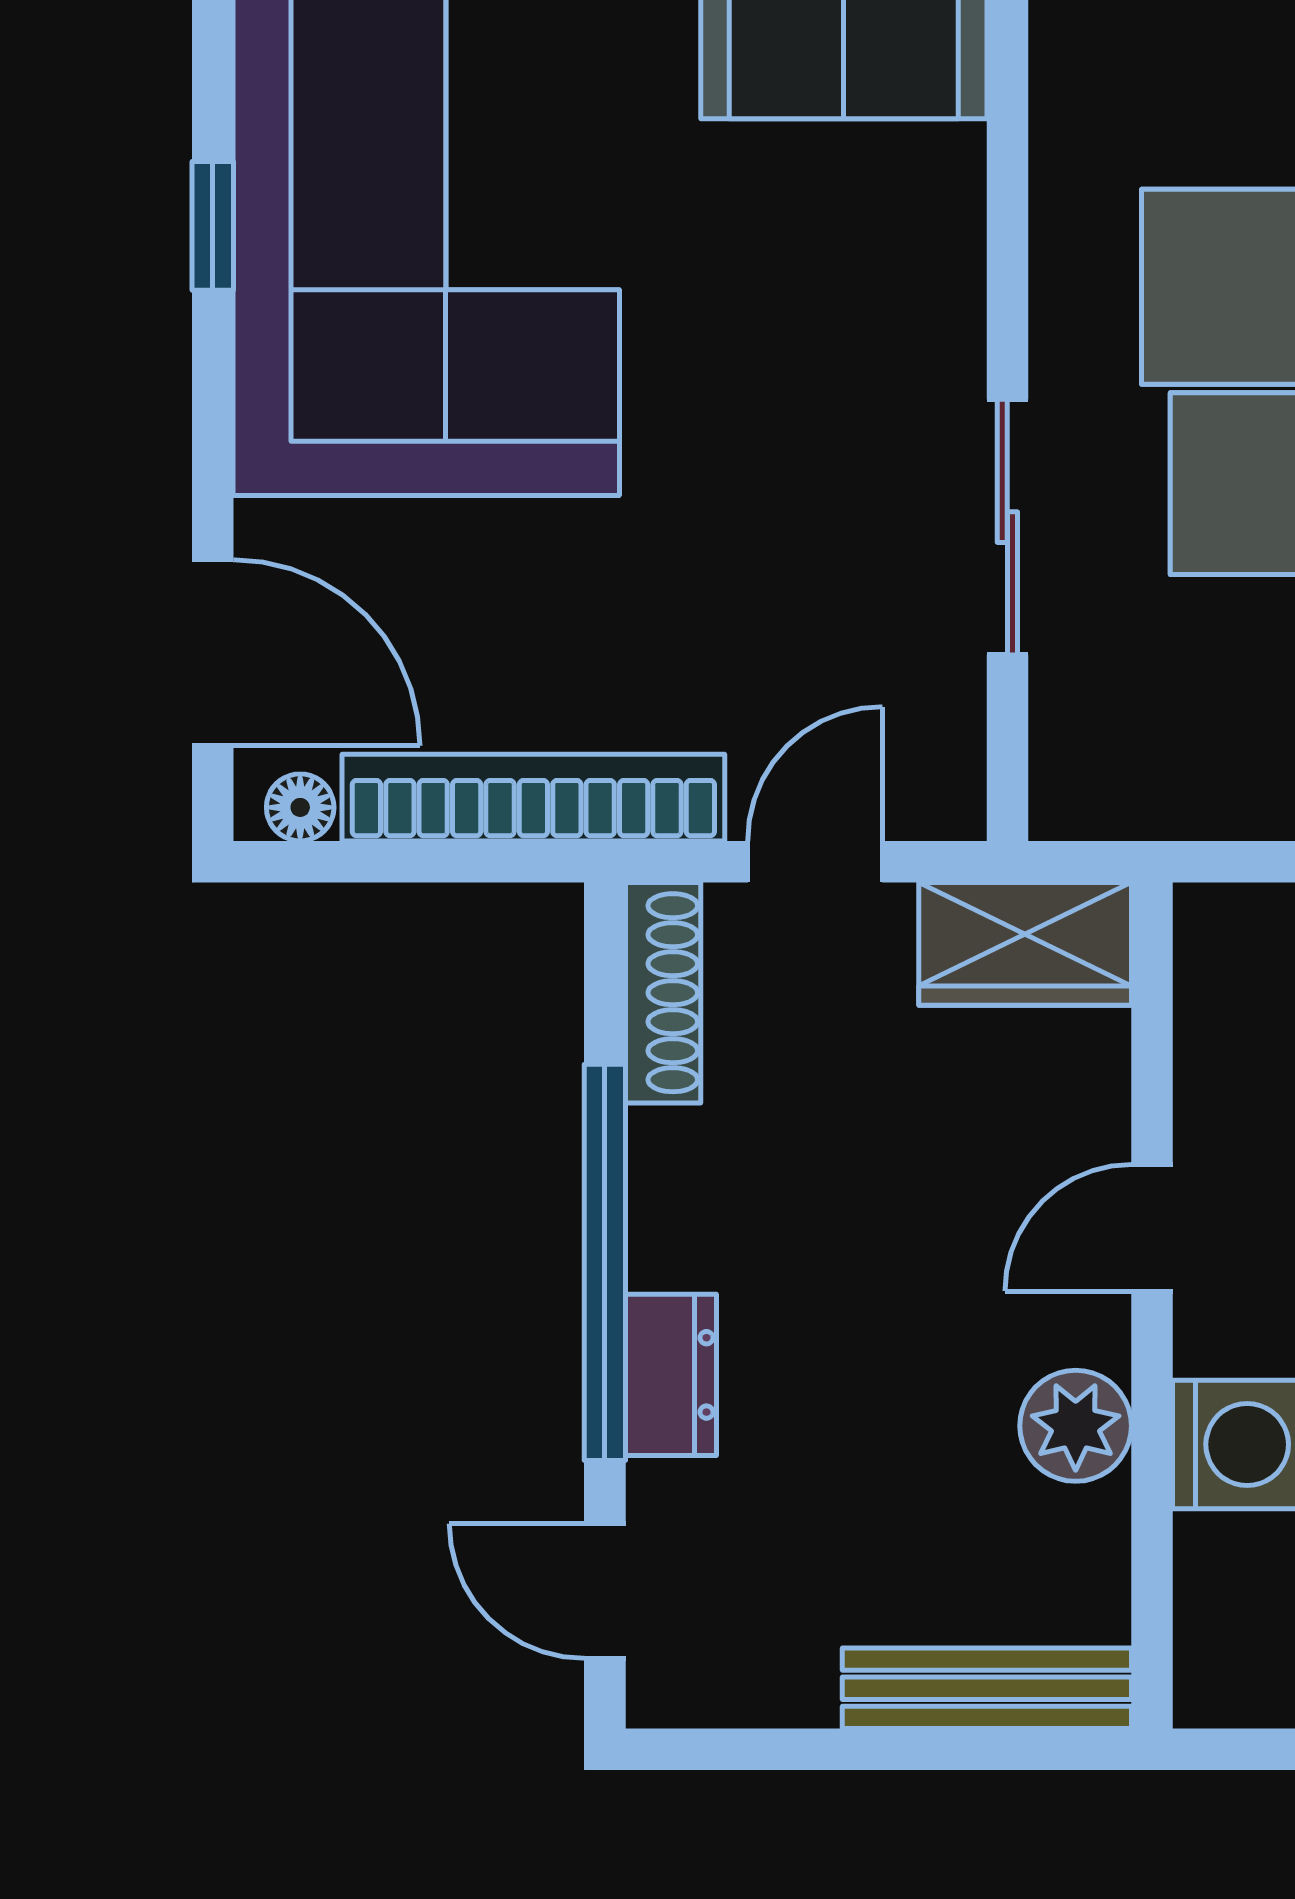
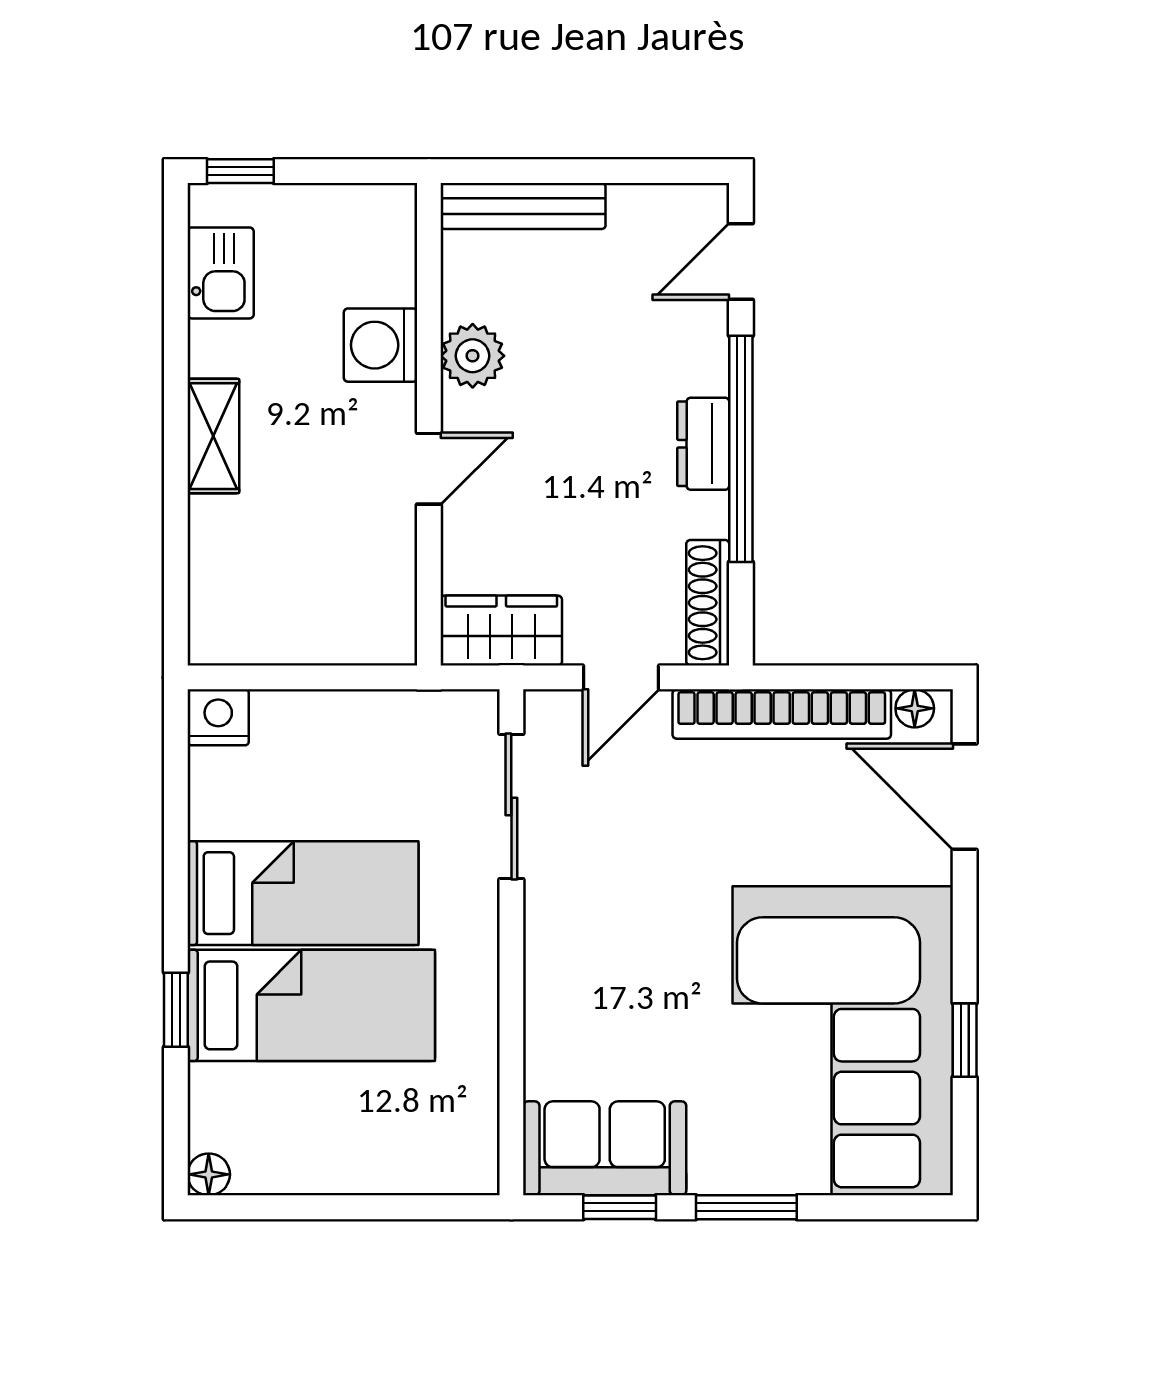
sliding door: (1007, 527) -> (511, 806), moved
dresser: (671, 1375) -> (703, 444), moved
door: (605, 1591) -> (741, 261), swing flipped

